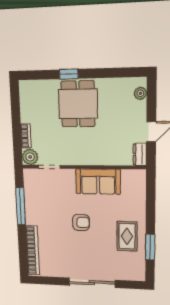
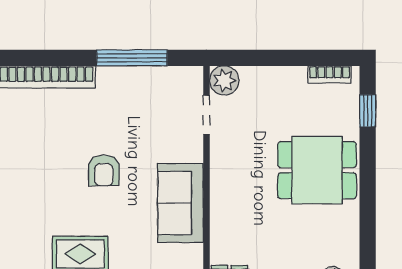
window: (69, 74) -> (368, 111), moved
bookcase: (26, 136) -> (330, 74), moved

